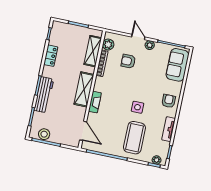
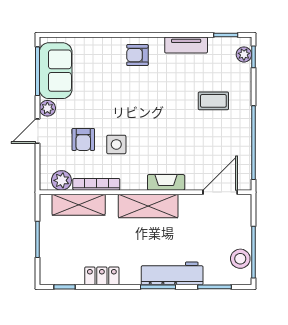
sofa: (177, 65) -> (56, 71), moved, turned -90
side table: (137, 107) -> (116, 144), moved
coffee table: (134, 138) -> (213, 101), width x0.54, depth x0.58

